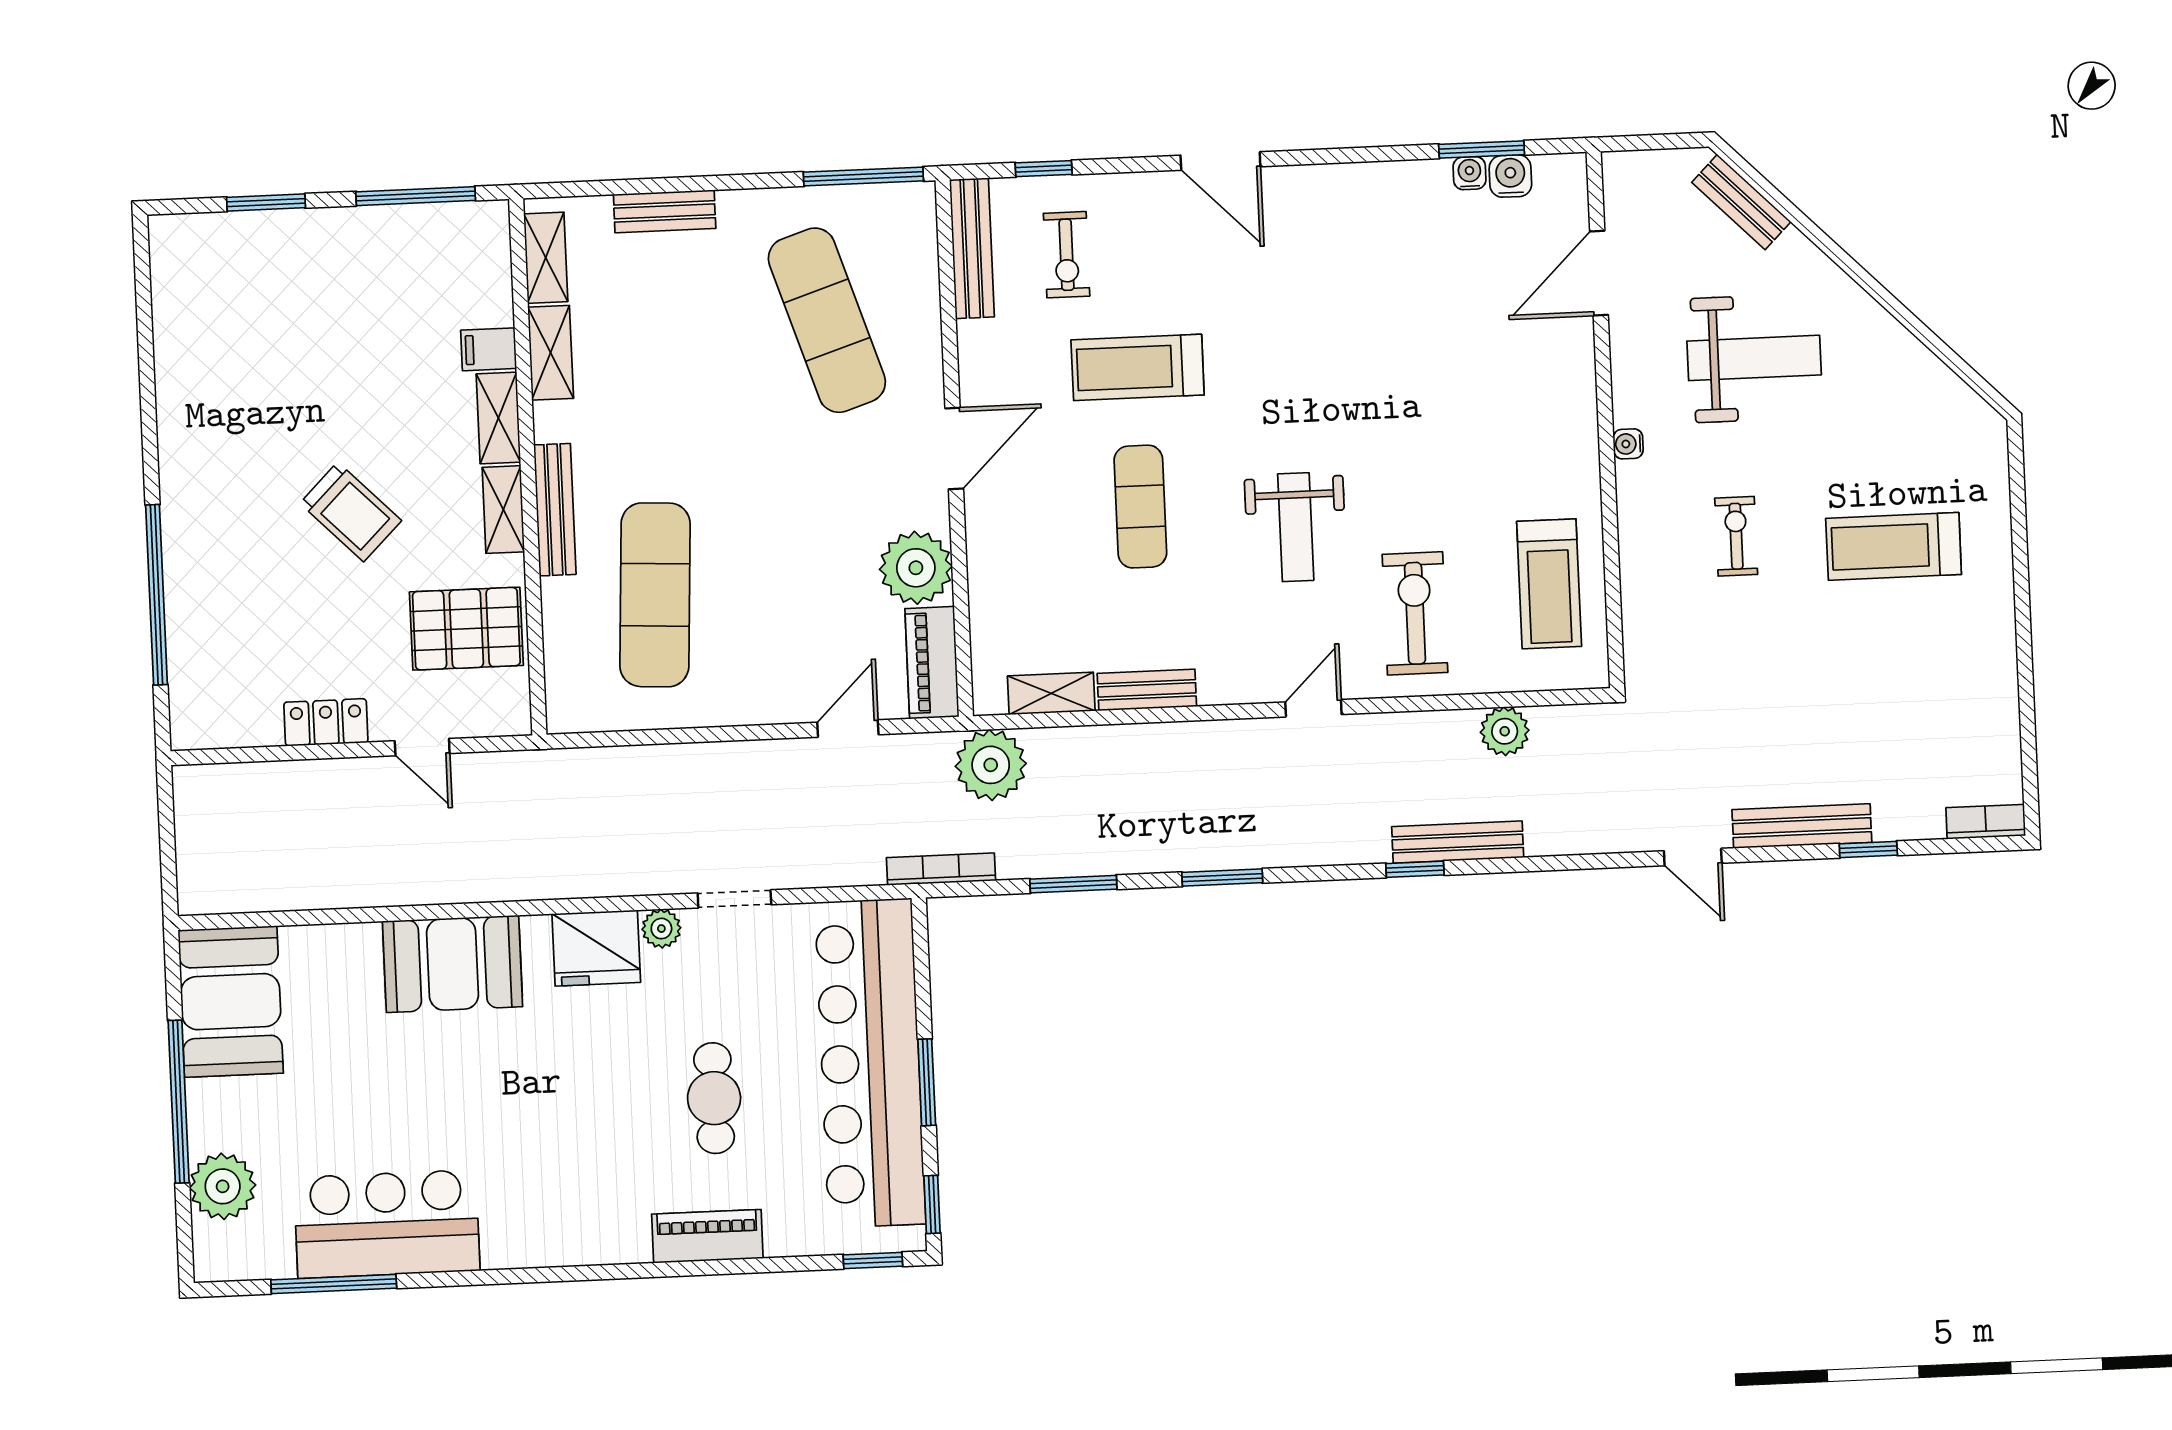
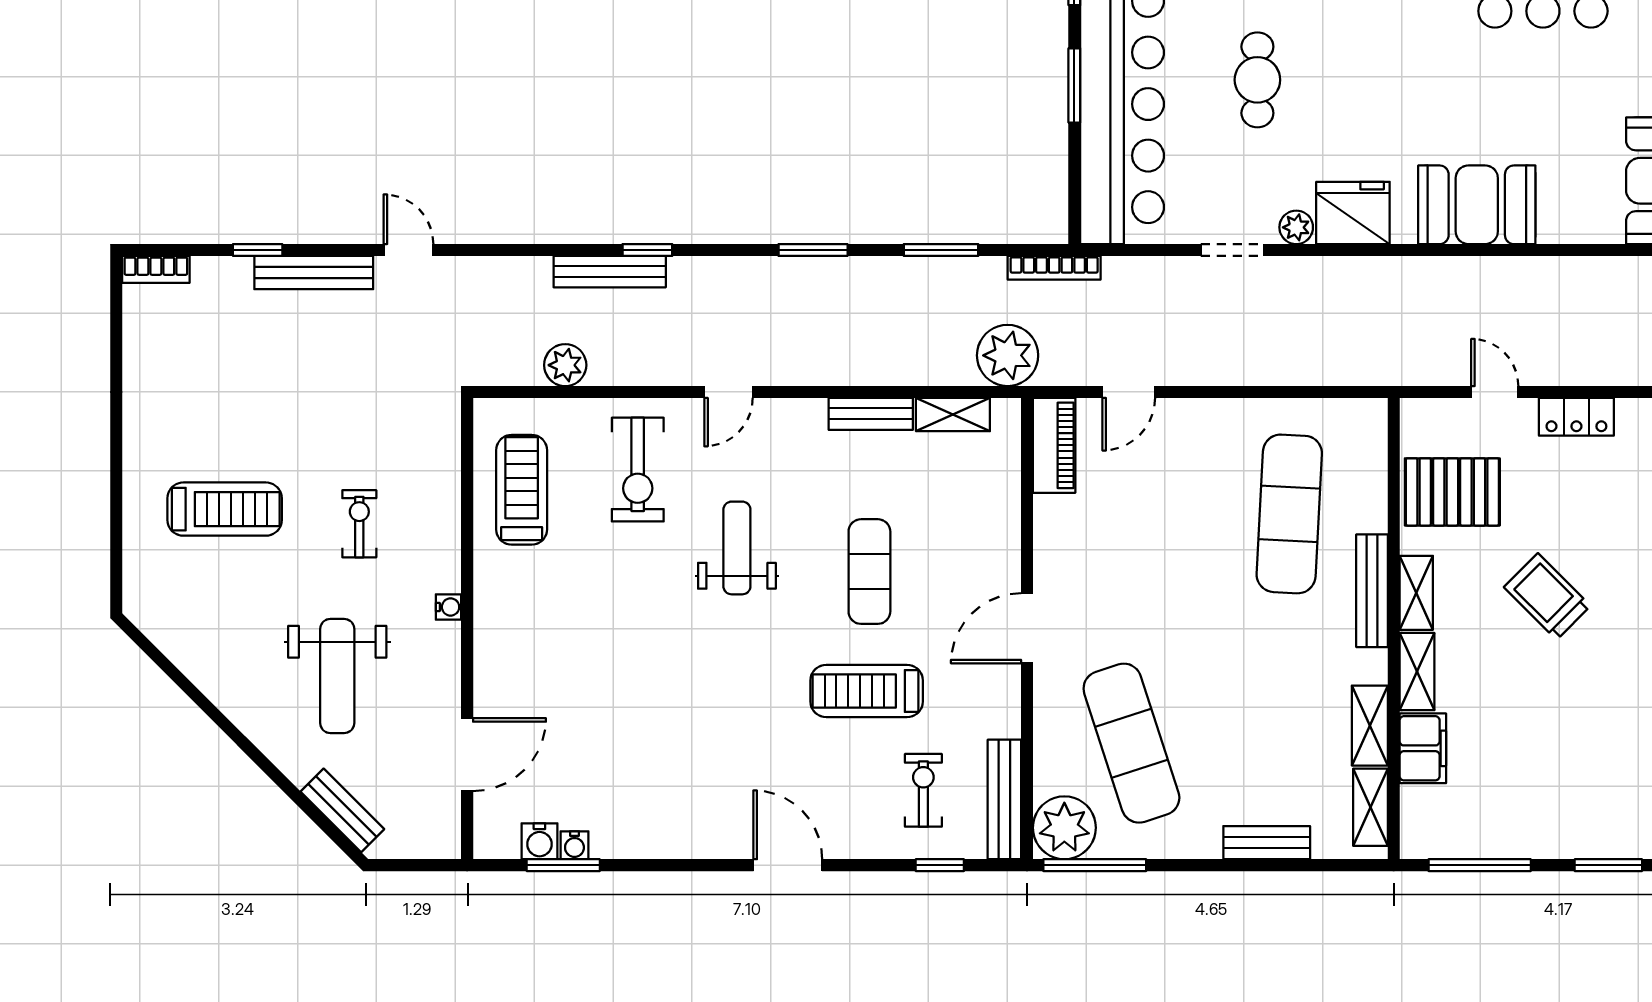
filing cabinet: (489, 349) -> (1423, 748), width x2.00
weight bench: (1754, 358) -> (337, 676), turned -90
treadmill: (1138, 367) -> (867, 691), turned 180
exercise bike: (1736, 536) -> (359, 524), turned 180
plant: (916, 568) -> (1064, 828), moved

